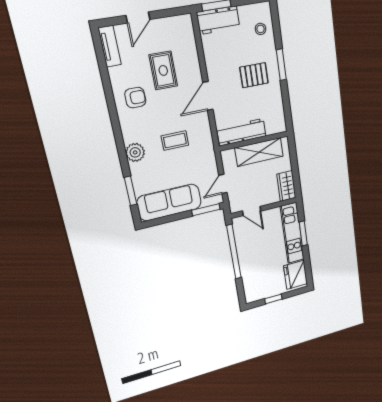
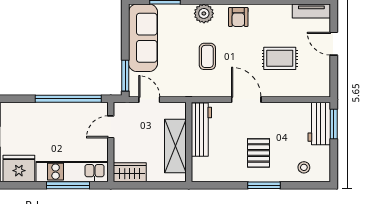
armchair: (135, 98) -> (238, 17), moved
window: (303, 233) -> (68, 185), width x1.44

